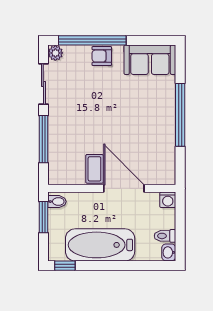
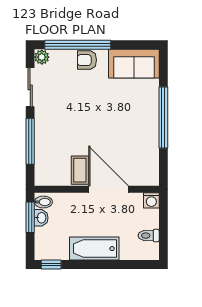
bathtub: (100, 245) -> (94, 249), width x0.73, depth x0.73
washbasin: (169, 252) -> (41, 218), moved, turned 180

